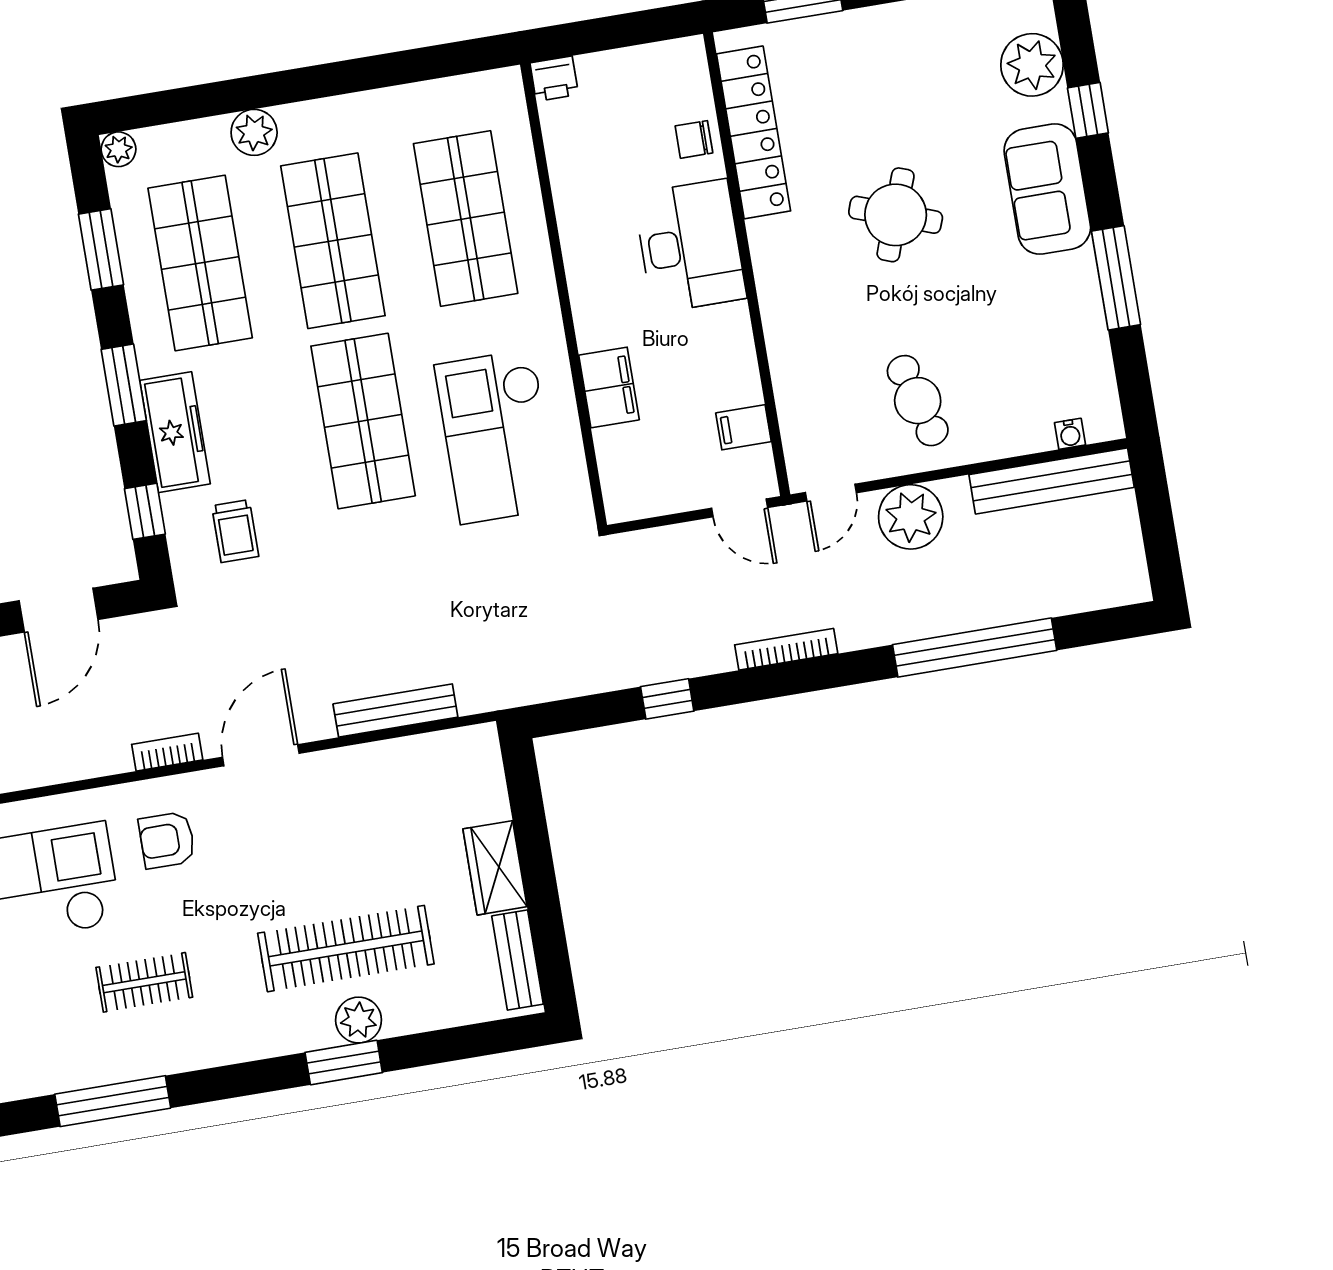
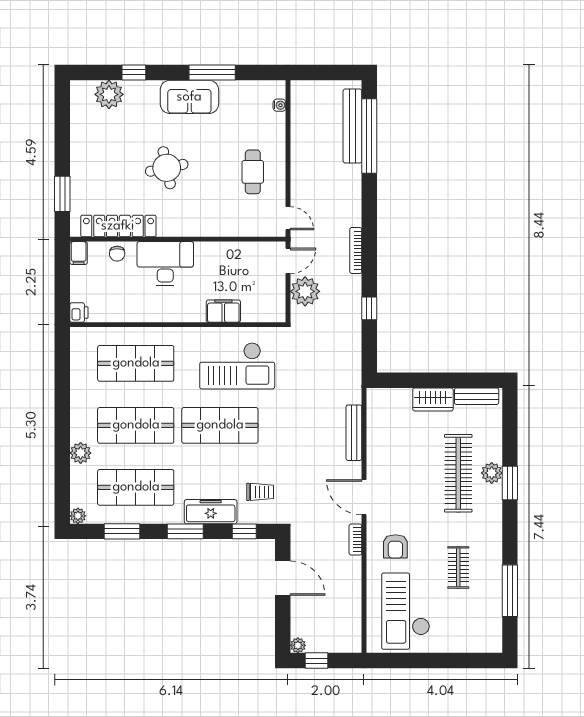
sofa: (1047, 189) -> (189, 97), moved
round table: (896, 215) -> (167, 168), turned -32
cafe table: (918, 401) -> (253, 172), turned -74
filing cabinet: (743, 427) -> (79, 253), moved
bench: (1052, 481) -> (352, 126), moved
plant: (911, 517) -> (305, 291), moved
window: (975, 647) -> (369, 136), moved

